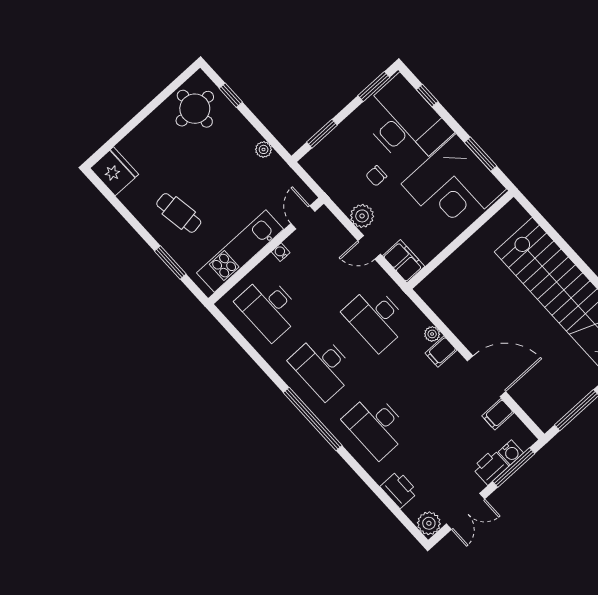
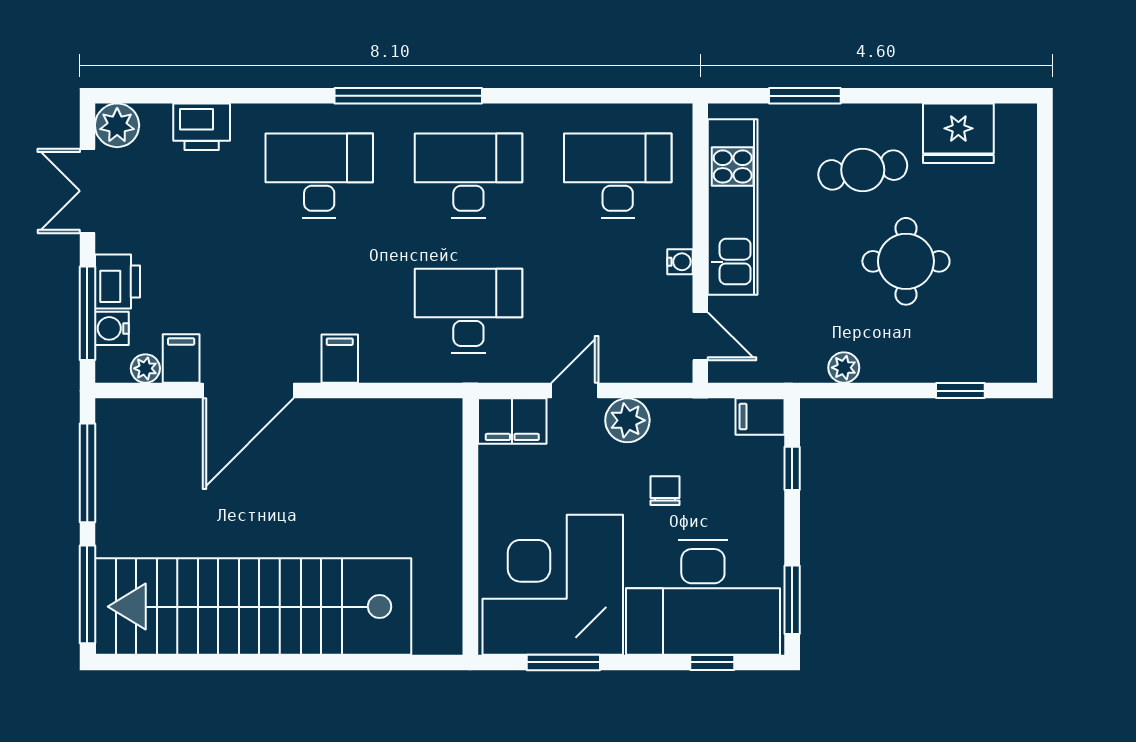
round table: (195, 109) -> (906, 261), moved
window: (322, 134) -> (792, 468), width x0.67
filing cabinet: (313, 165) -> (760, 416), added
fridge: (114, 171) -> (958, 133), moved
plant: (432, 334) -> (145, 368), moved

